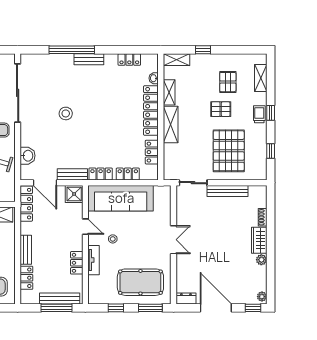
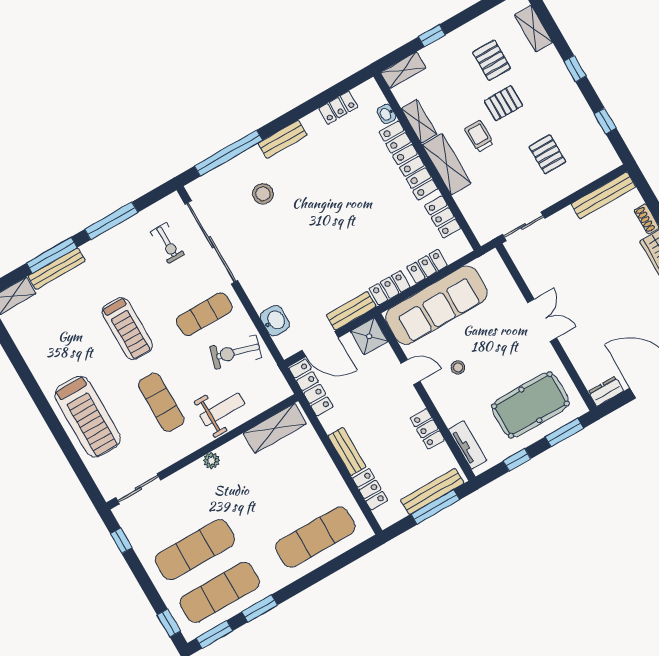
window: (72, 50) -> (228, 153), moved
stool: (66, 113) -> (263, 194), moved
trolley: (259, 114) -> (479, 136), moved
pallet: (229, 151) -> (547, 154), width x0.49, depth x0.50
bench: (228, 191) -> (603, 195), moved
tv unit: (94, 260) -> (468, 445), moved

